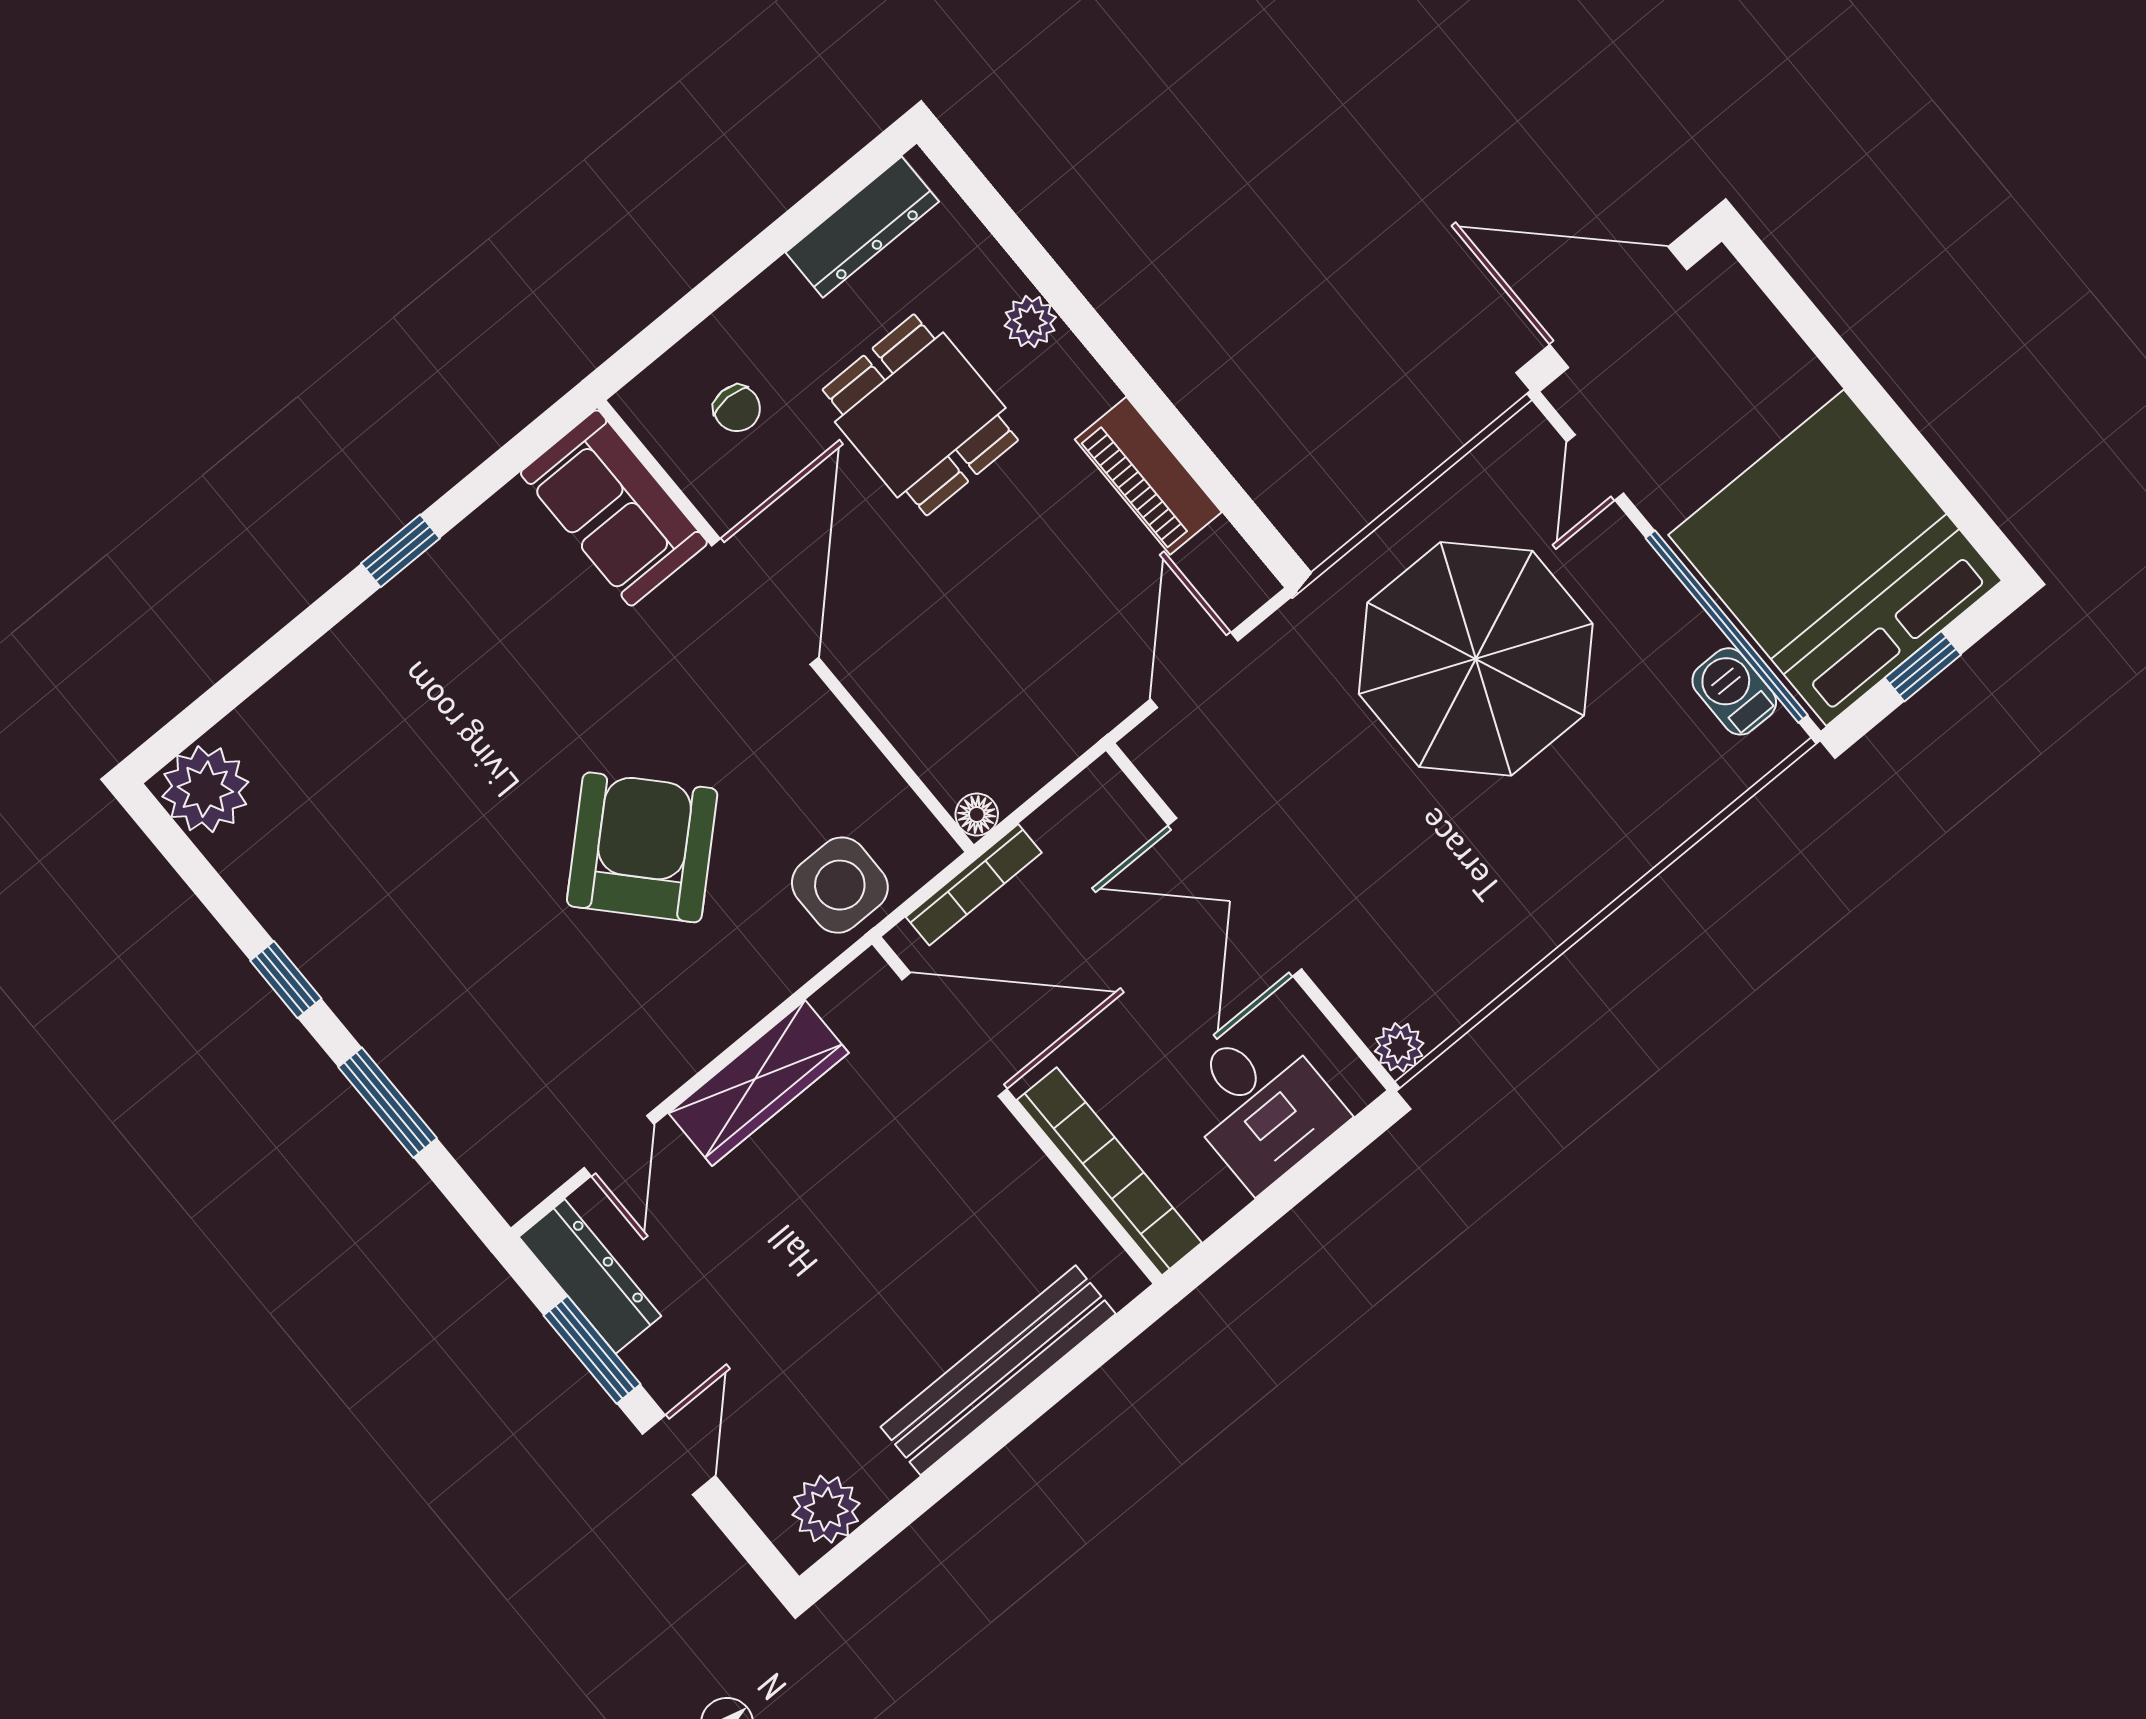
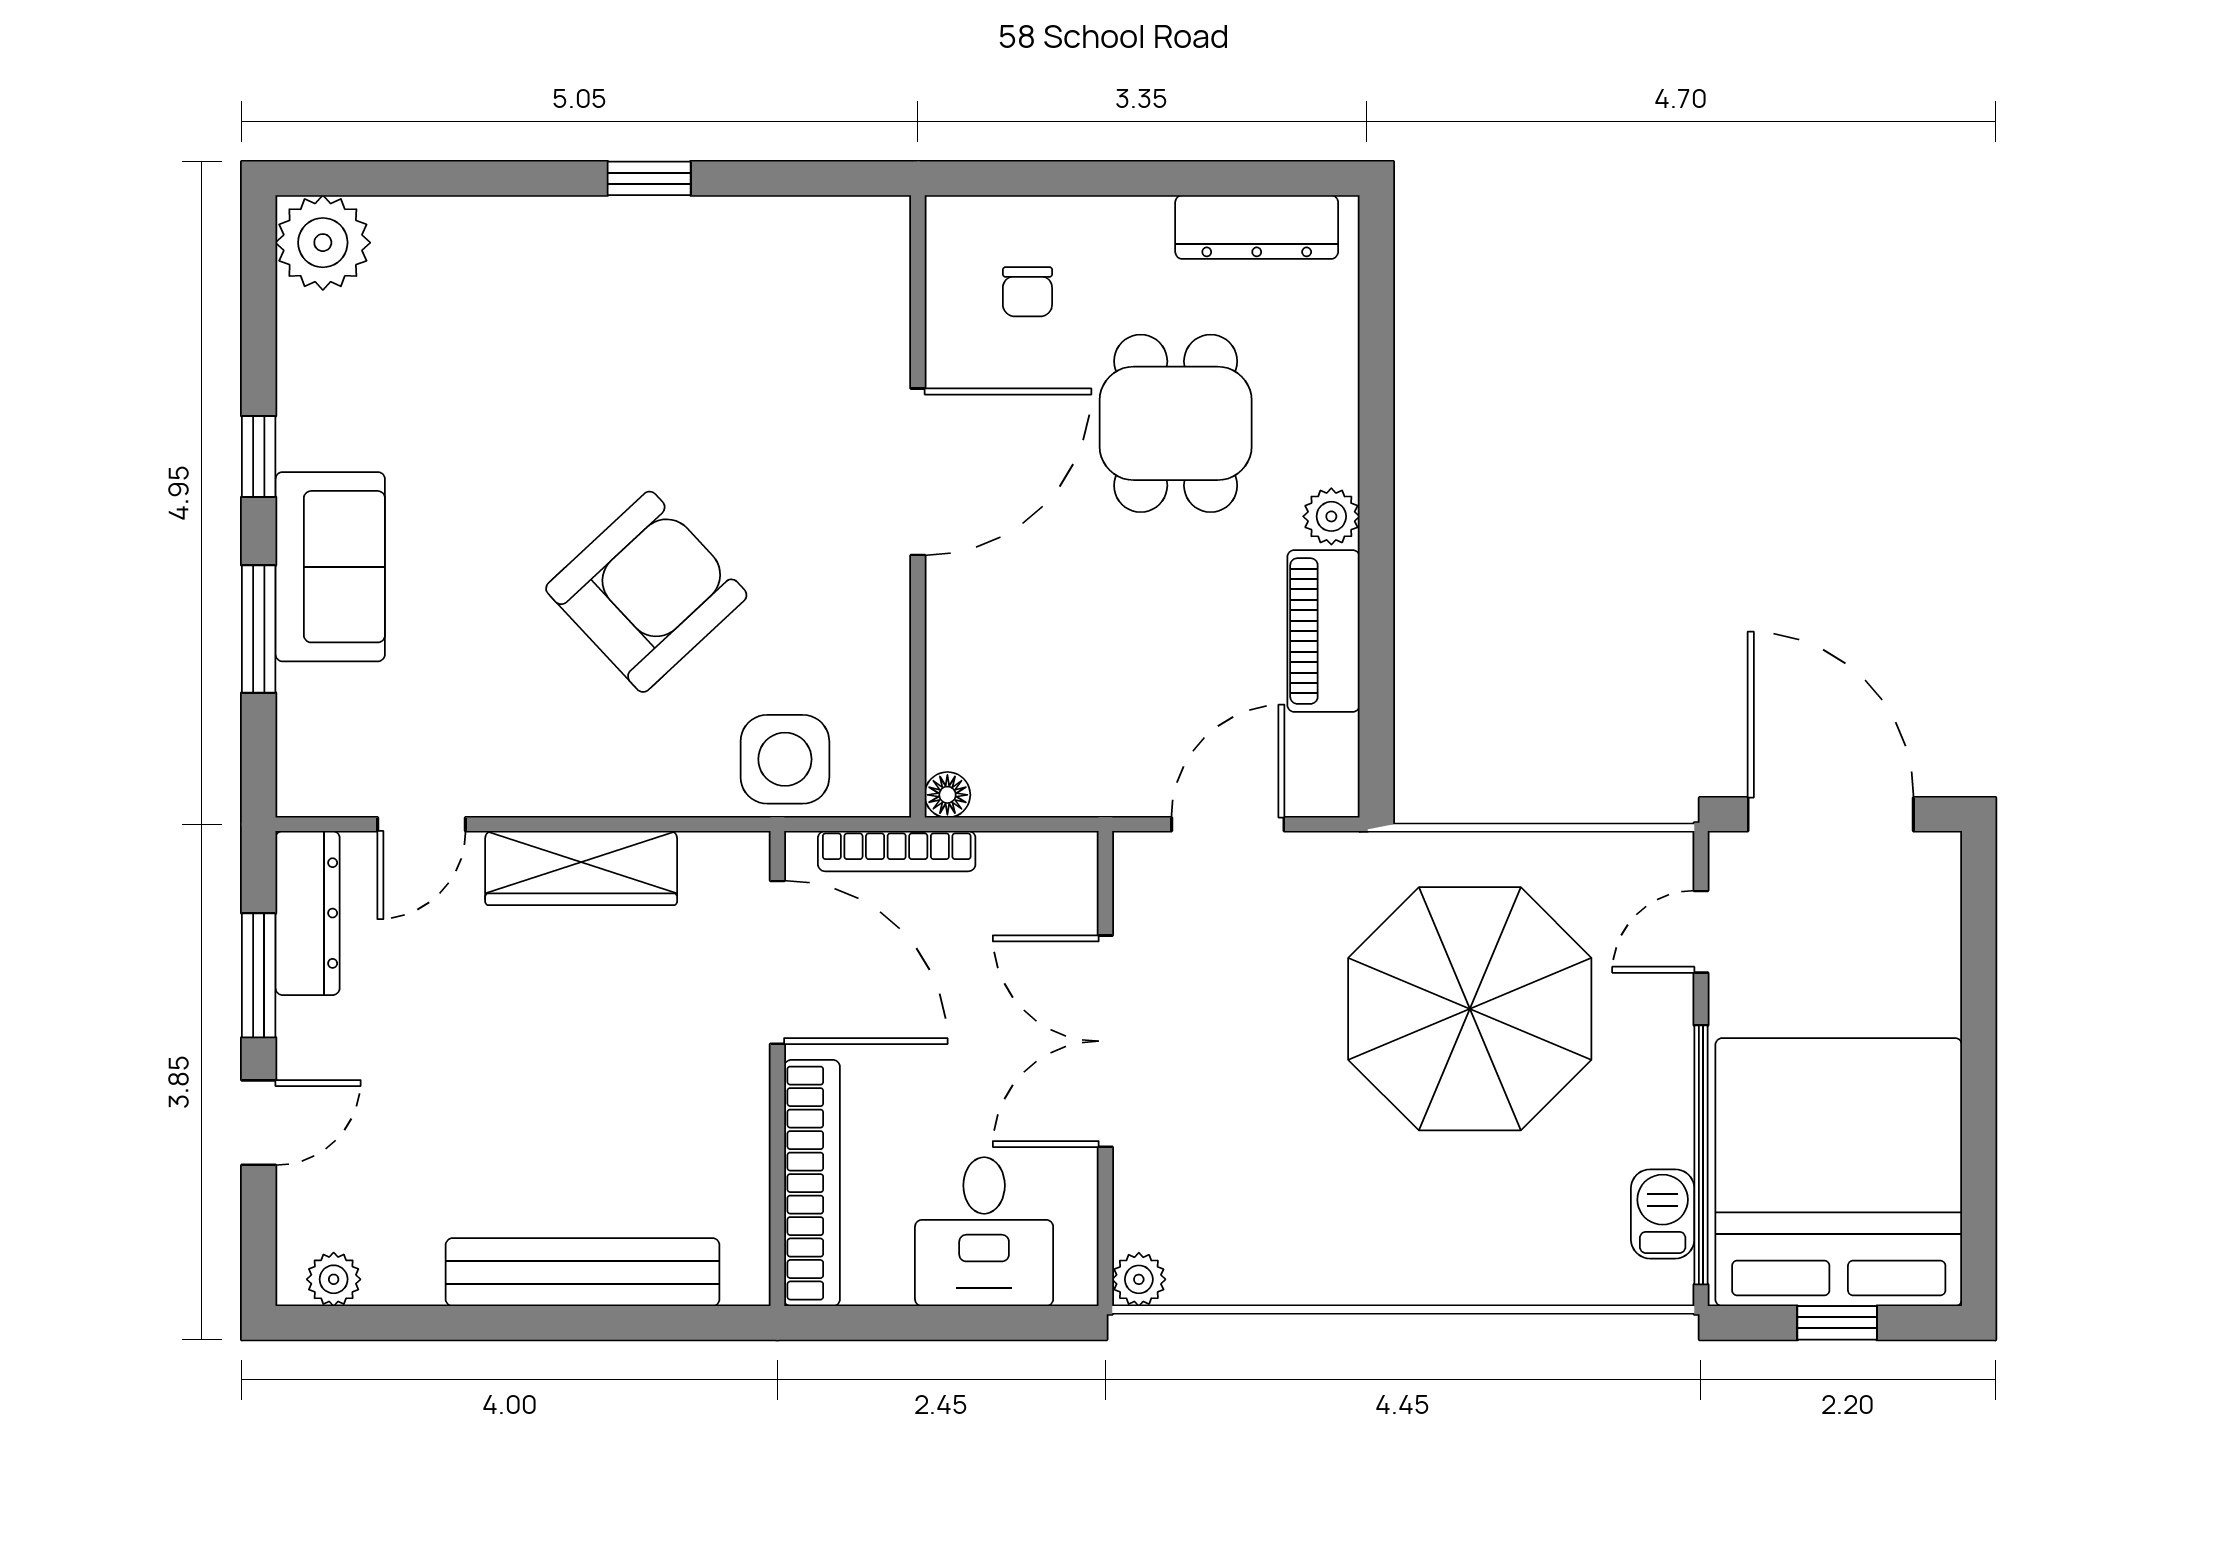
plant: (1030, 322) -> (1331, 516), moved
sofa: (614, 508) -> (330, 567), moved, turned 180
plant: (826, 1509) -> (334, 1279), width x0.73, depth x0.73

